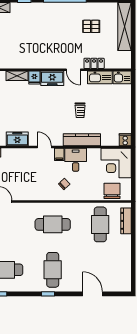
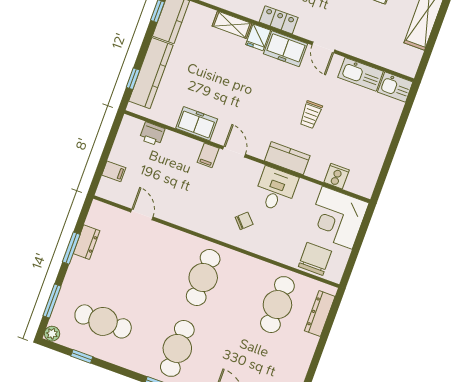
locker: (94, 63) -> (279, 20), moved
kitchen counter: (82, 140) -> (287, 158), width x0.67
cooker: (125, 140) -> (337, 176), moved
filing cabinet: (59, 154) -> (208, 155), moved
cafe table: (53, 224) -> (203, 278), turned 90

